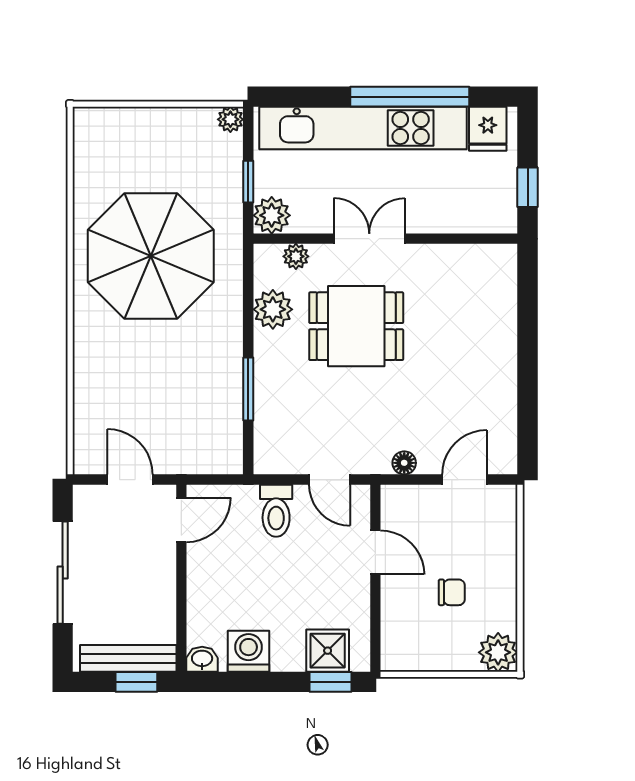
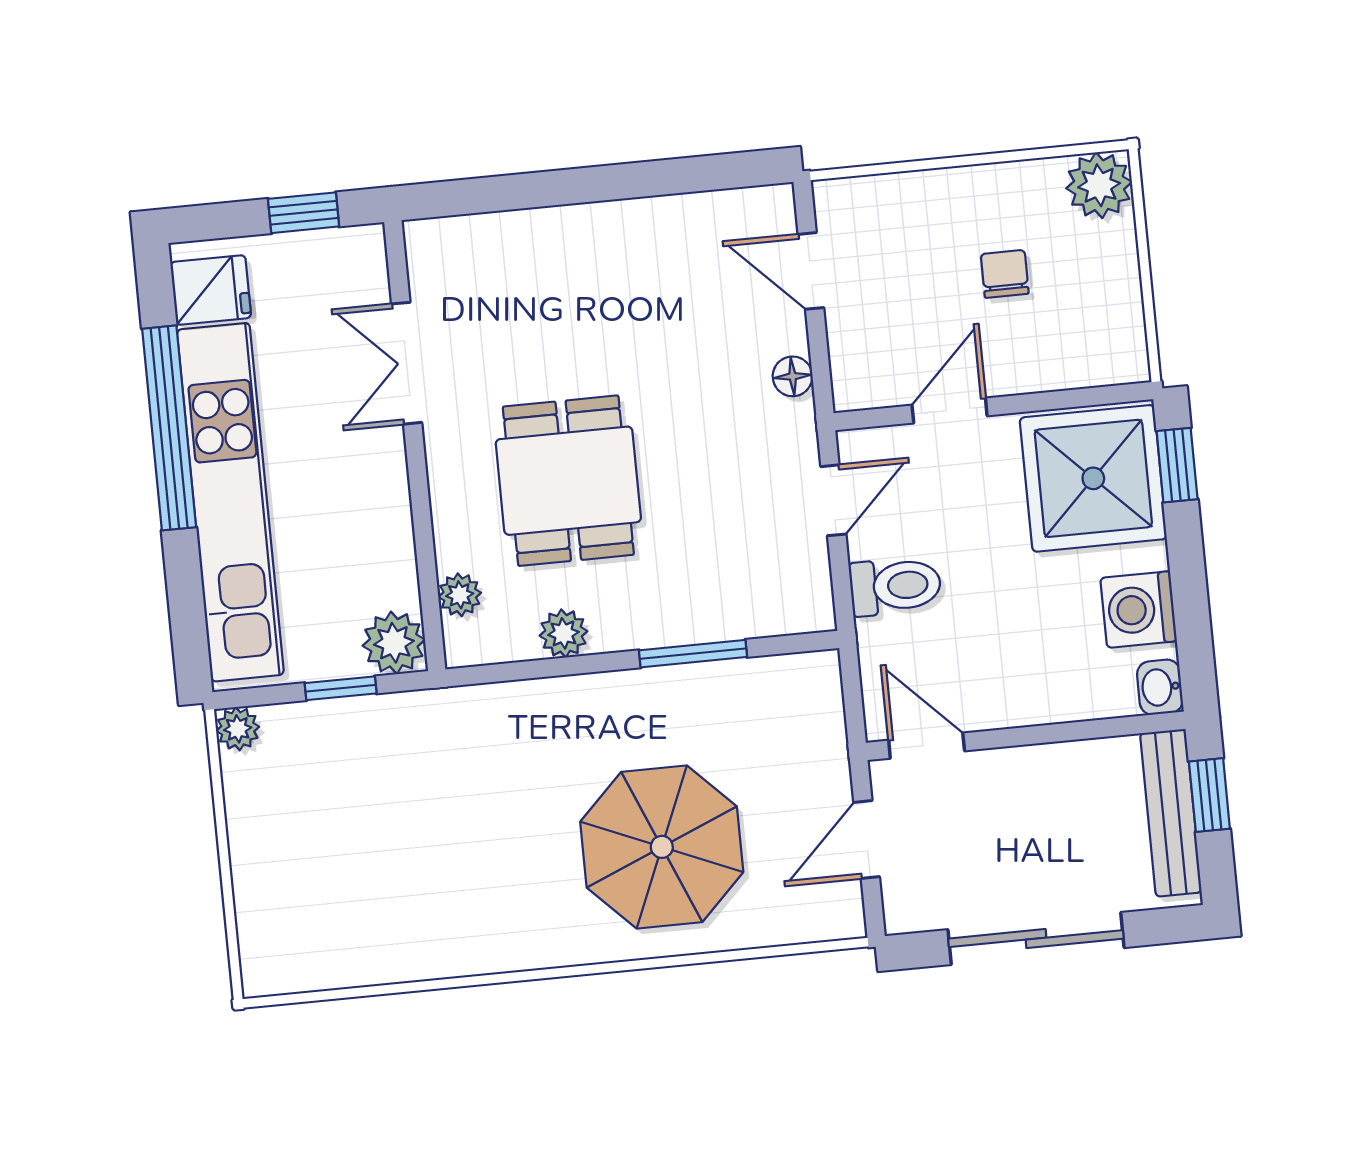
double door: (369, 239) -> (407, 363), moved
parasol: (151, 256) -> (662, 847), moved, width x0.73, depth x0.73
plant: (273, 309) -> (563, 633), width x0.73, depth x0.73
shower: (328, 651) -> (1093, 478), width x1.86, depth x1.86

